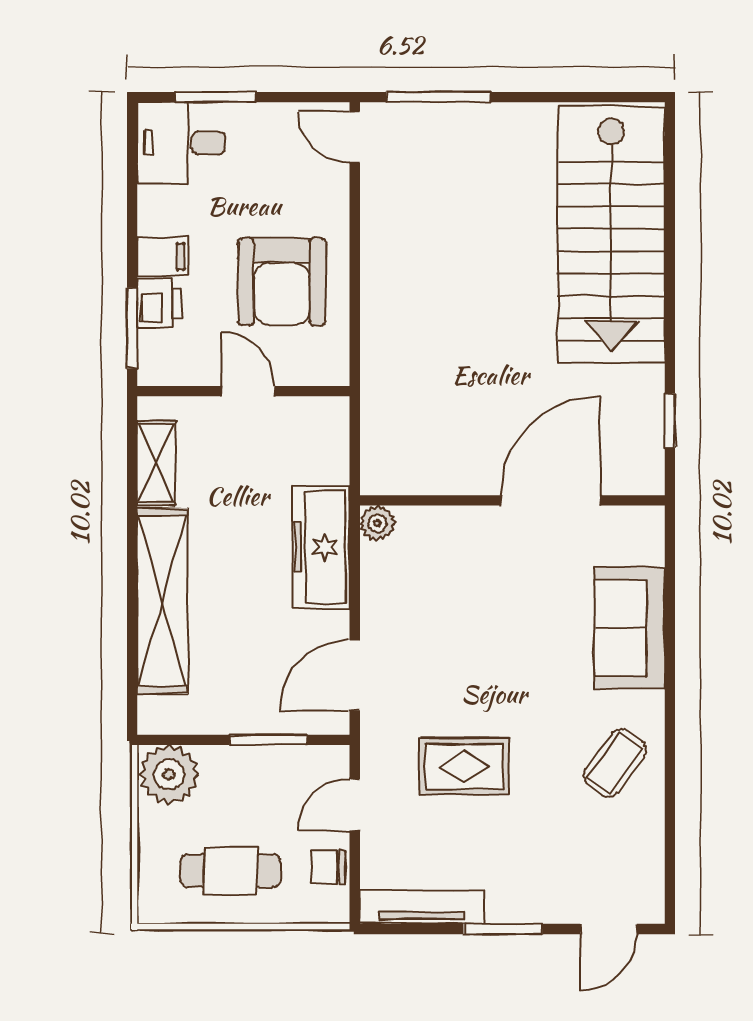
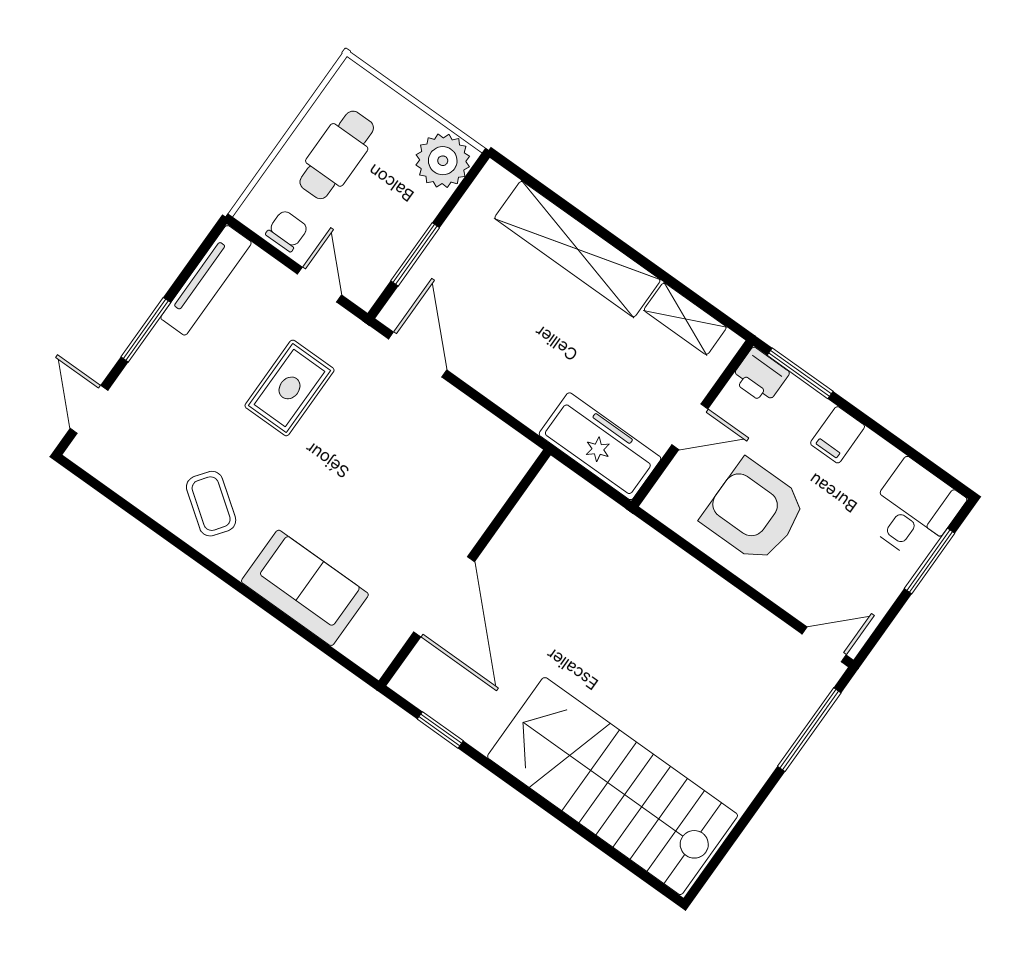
printer: (159, 304) -> (760, 376), moved
plant: (377, 523) -> (520, 454), removed
freezer: (321, 547) -> (600, 446), moved

